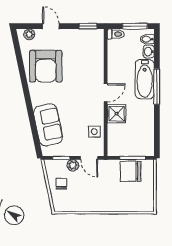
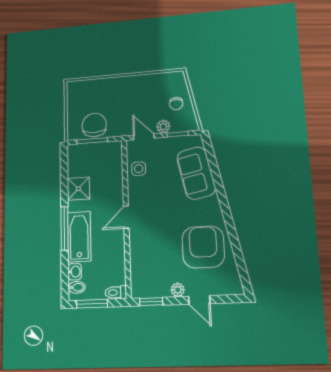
plant: (29, 34) -> (178, 290), moved
shower: (117, 114) -> (78, 189), moved
chair: (130, 171) -> (94, 125), turned -90

